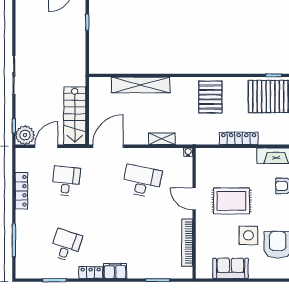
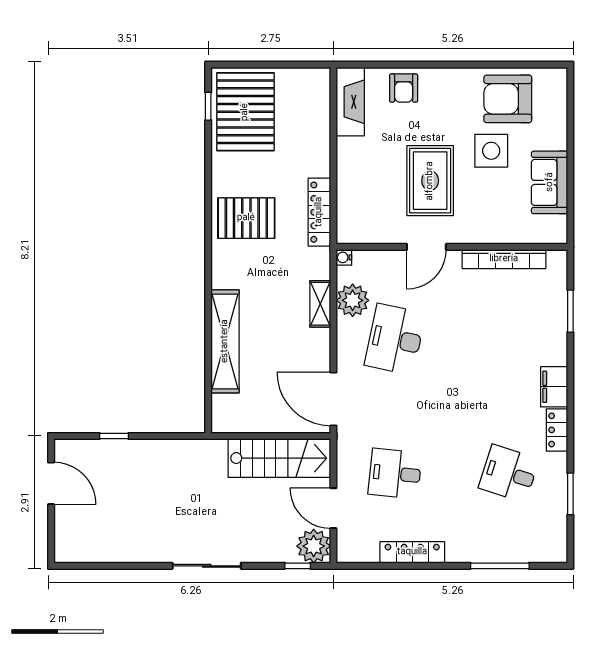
locker: (239, 138) -> (319, 212), moved
plant: (164, 157) -> (353, 300), added

